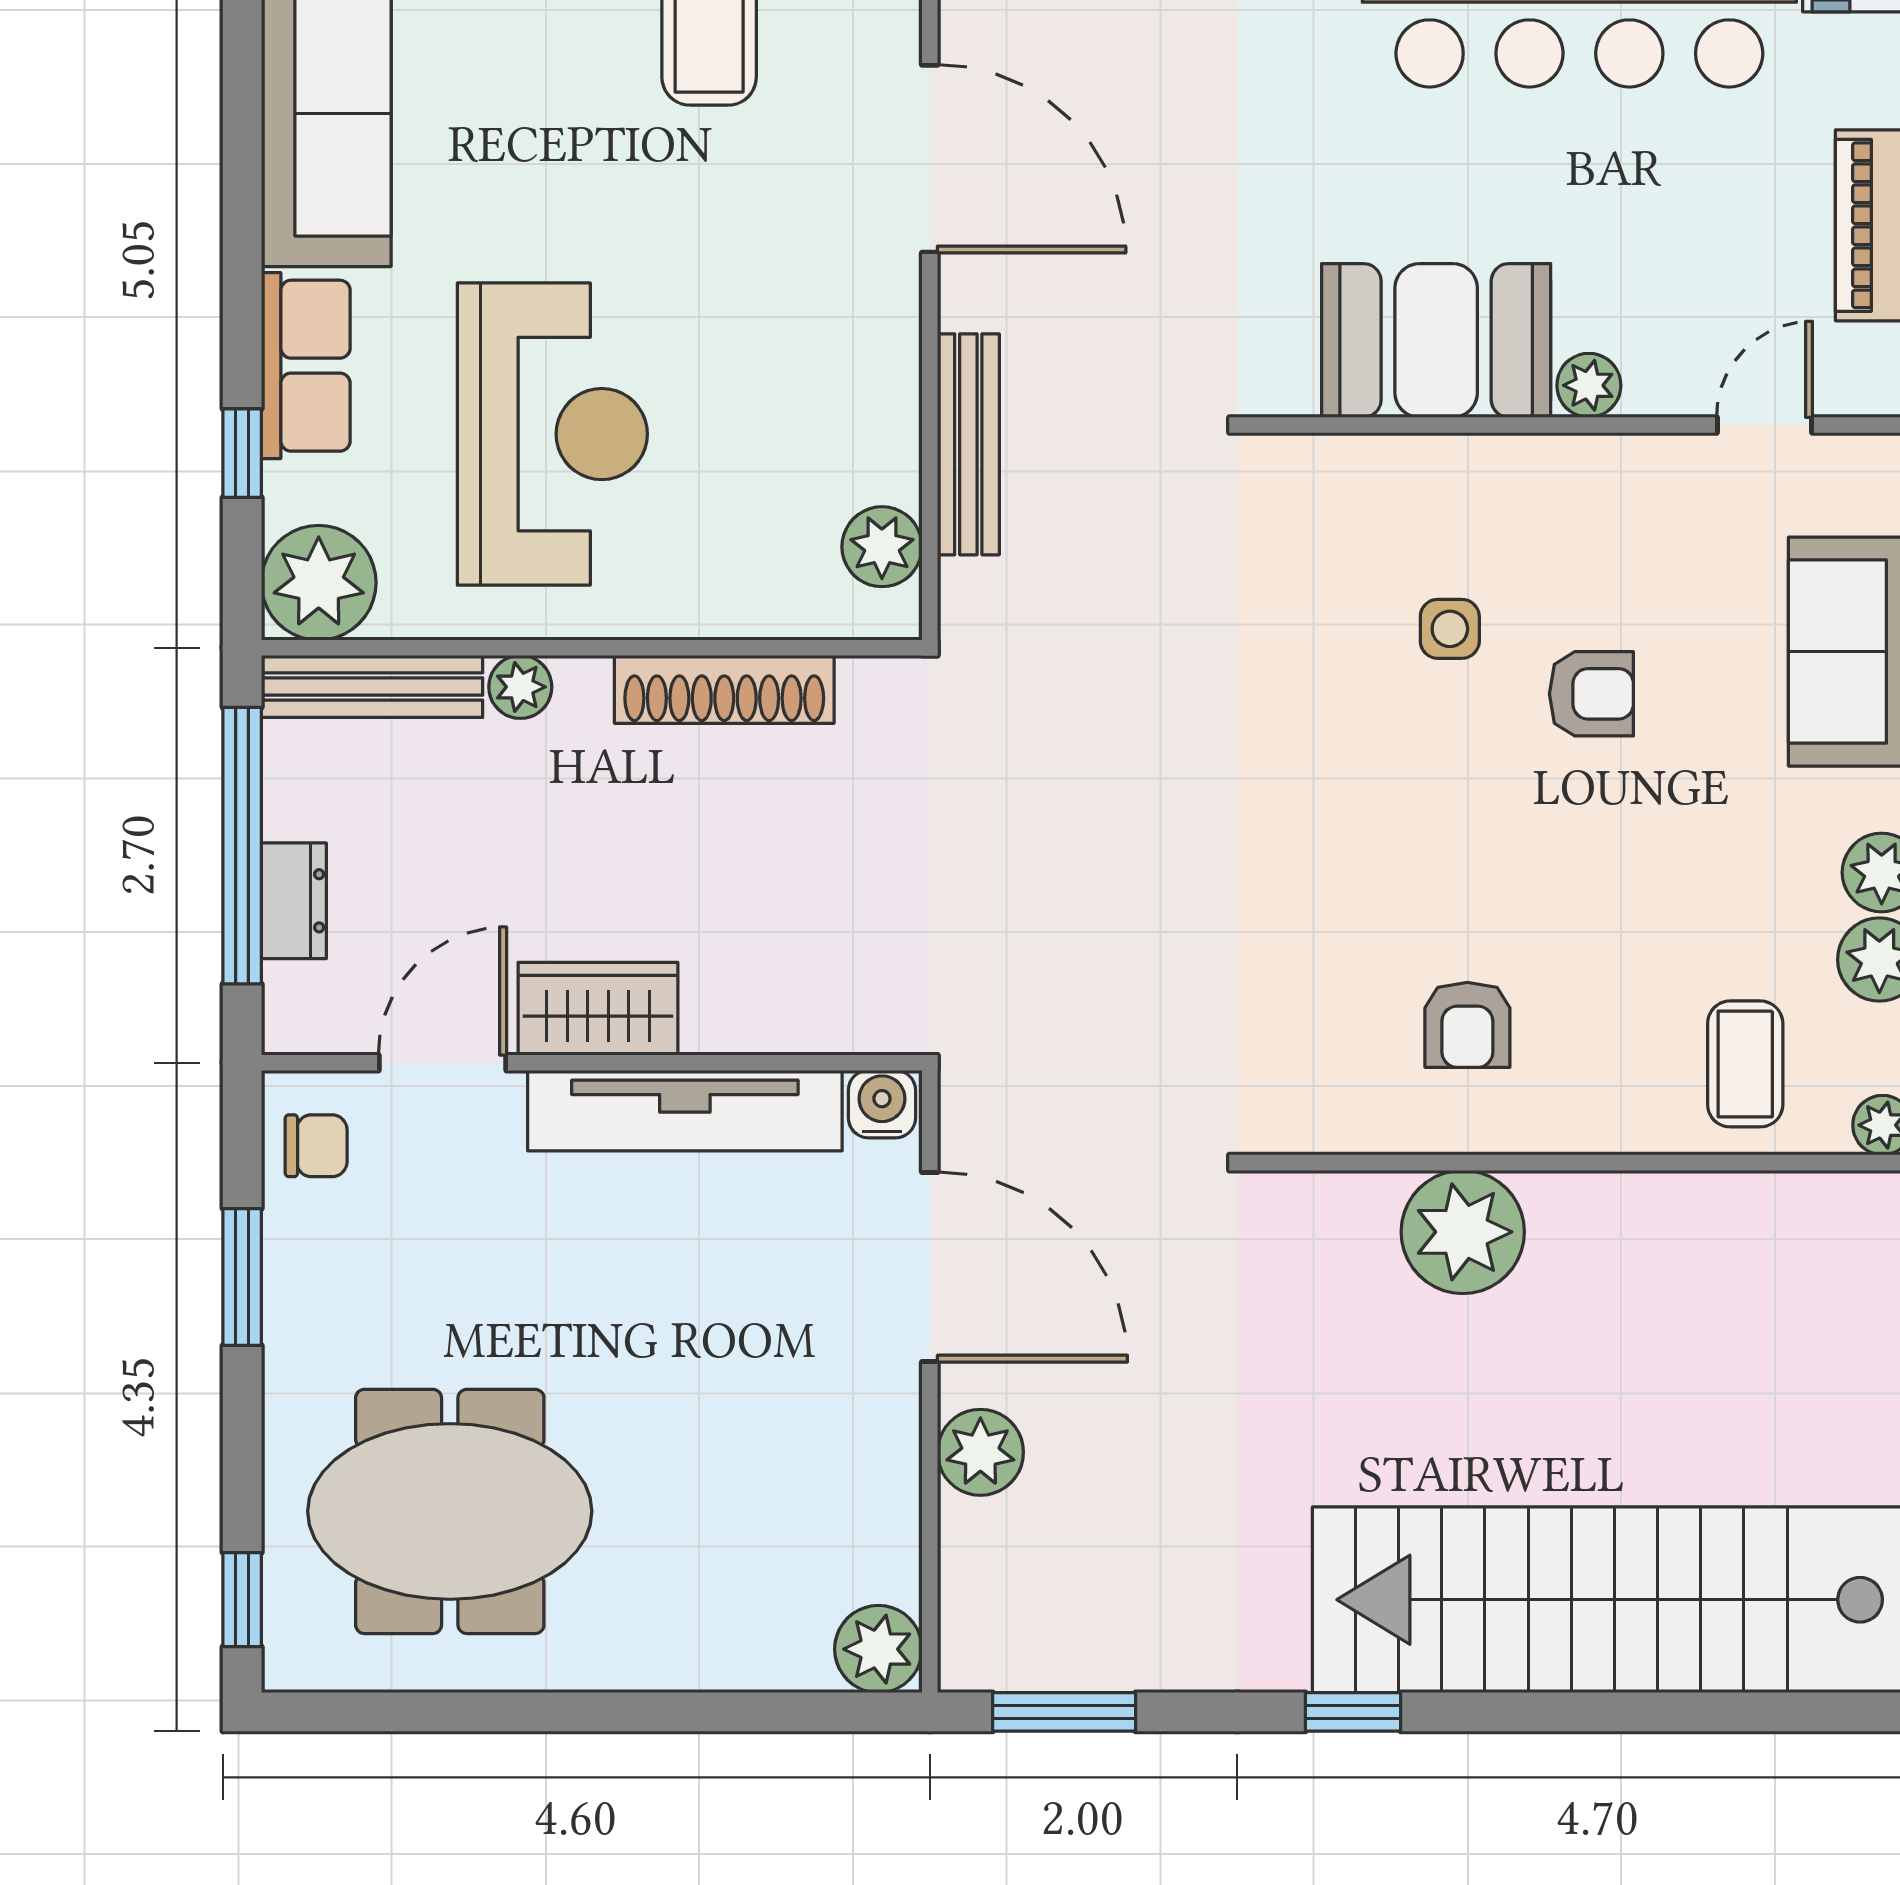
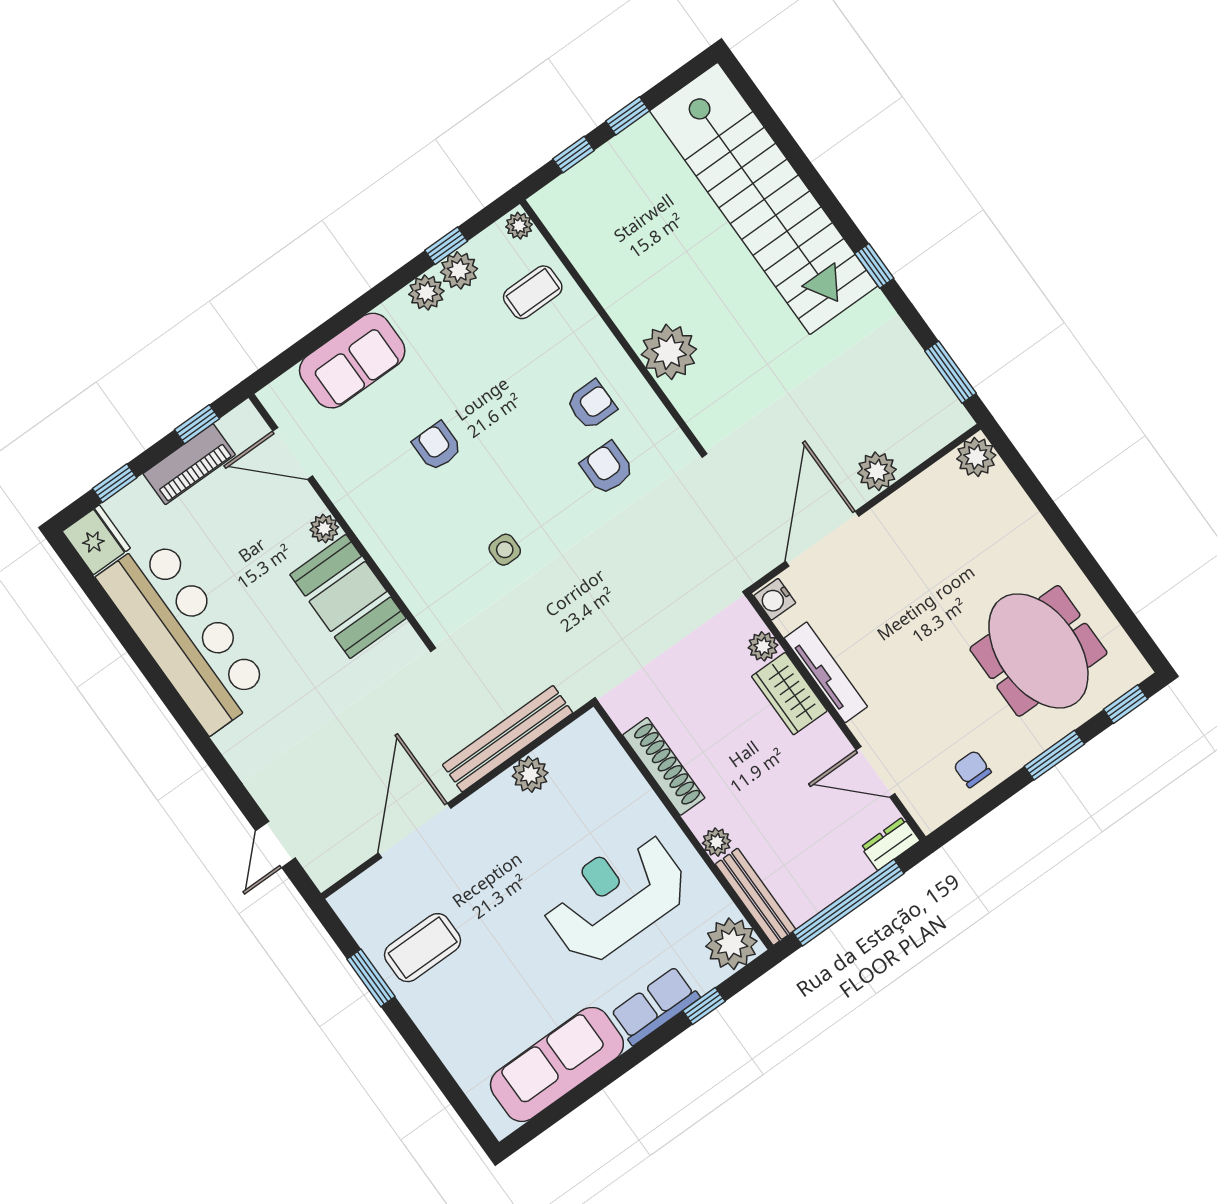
door: (1765, 425) -> (293, 453), width x1.38
bench: (968, 444) -> (508, 739), width x1.37, depth x1.21
plant: (882, 547) -> (530, 774), moved
side table: (1450, 629) -> (505, 550), moved
dresser: (294, 901) -> (890, 844), moved
armchair: (1333, 971) -> (607, 468), added
wardrobe: (598, 1009) -> (789, 694), moved
plant: (812, 1022) -> (763, 646), added
tv unit: (685, 1111) -> (826, 672), width x0.73, depth x0.78
chair: (316, 1146) -> (972, 769), moved
window: (242, 1277) -> (1054, 755), moved

